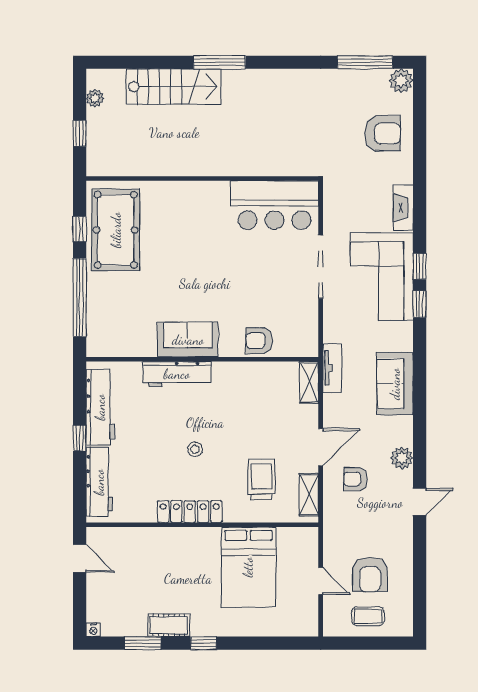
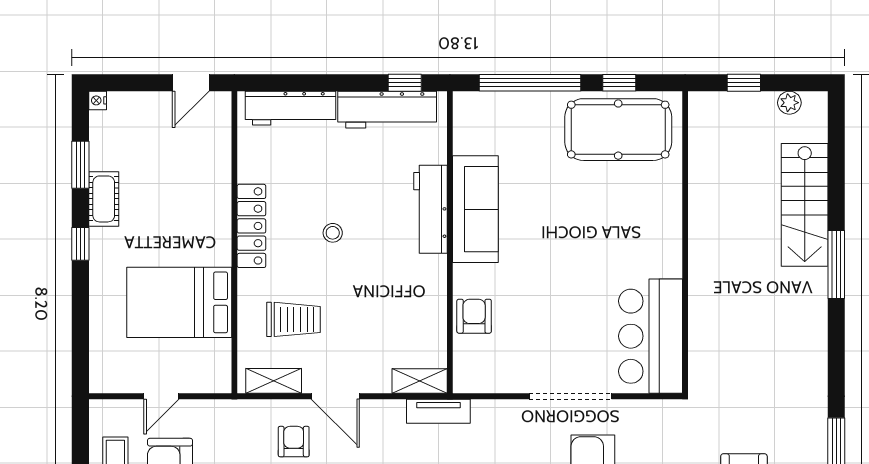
sofa: (188, 340) -> (475, 209), width x1.36
window: (80, 438) -> (405, 83), moved

